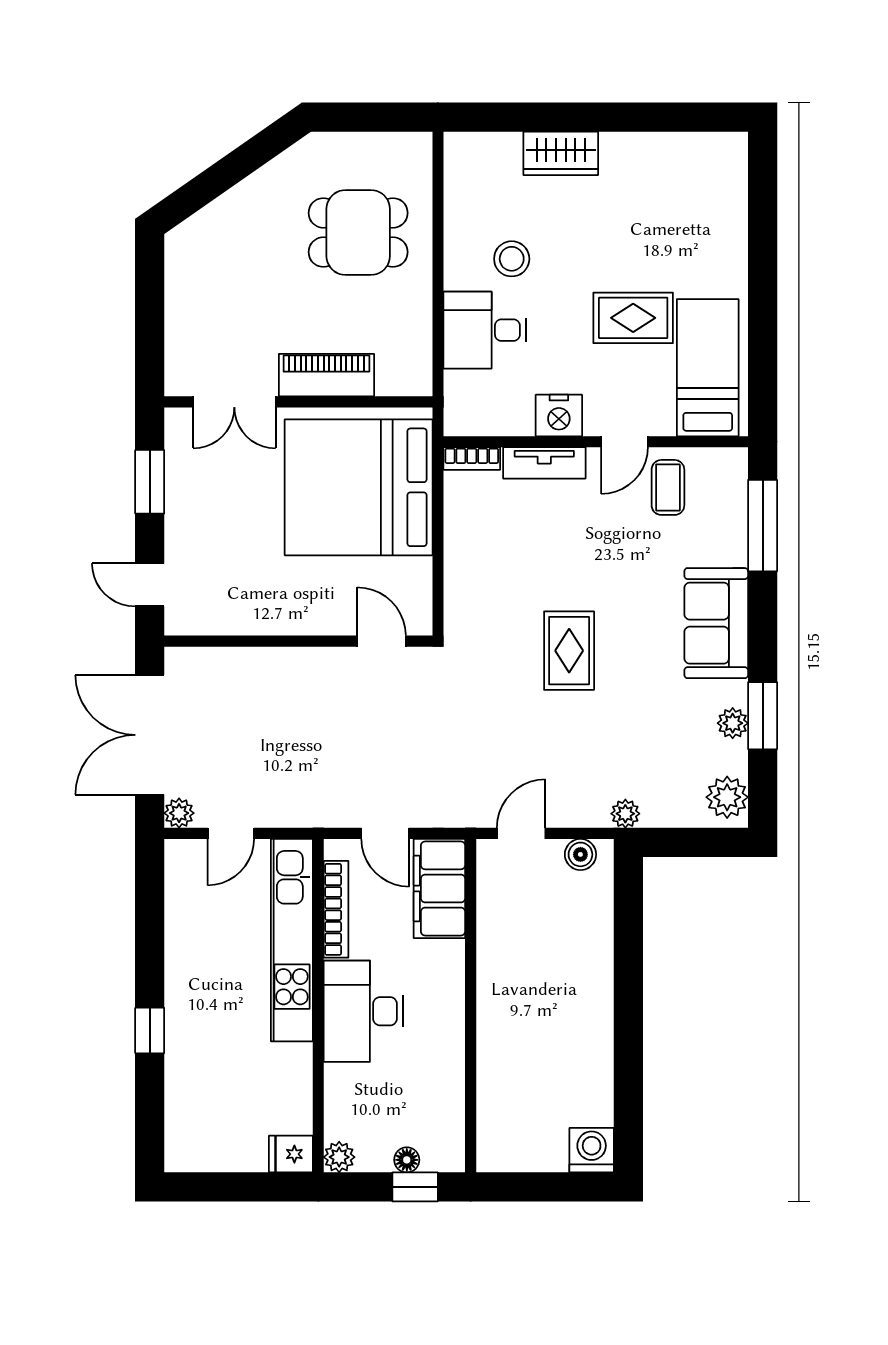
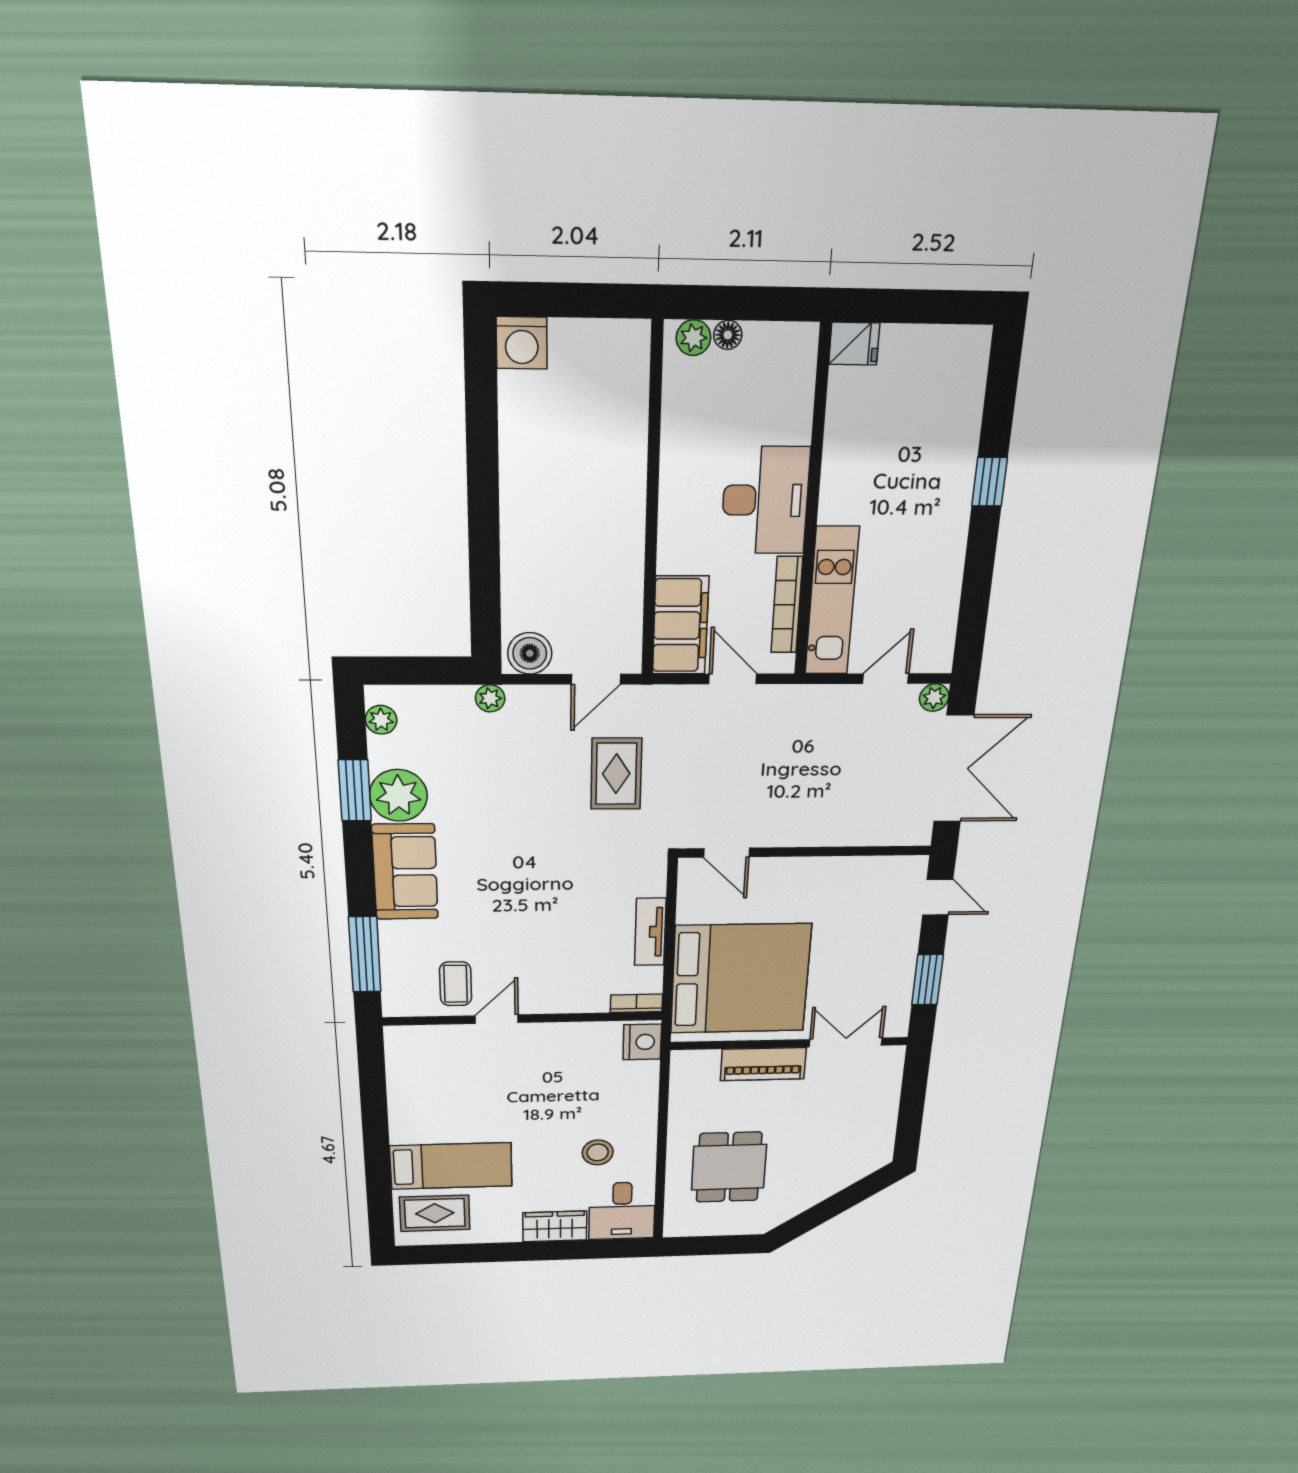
dining table: (358, 232) -> (729, 1167), turned 90
rug: (633, 318) -> (435, 1213), moved
desk: (485, 330) -> (622, 1211), moved, turned 90
bed: (708, 368) -> (451, 1166), moved, turned -90
nightstand: (559, 415) -> (642, 1042), moved, turned 90
tv unit: (544, 463) -> (650, 932), moved, turned -90
rug: (569, 651) -> (616, 774), moved
plant: (733, 723) -> (398, 795), width x1.88, depth x1.88
plant: (727, 797) -> (381, 720), width x0.73, depth x0.73
boiler: (580, 854) -> (530, 653), width x1.36, depth x1.36
kitchen unit: (292, 940) -> (832, 601), width x0.73
plant: (339, 1157) -> (693, 338), moved
window: (415, 1187) -> (720, 303), removed

